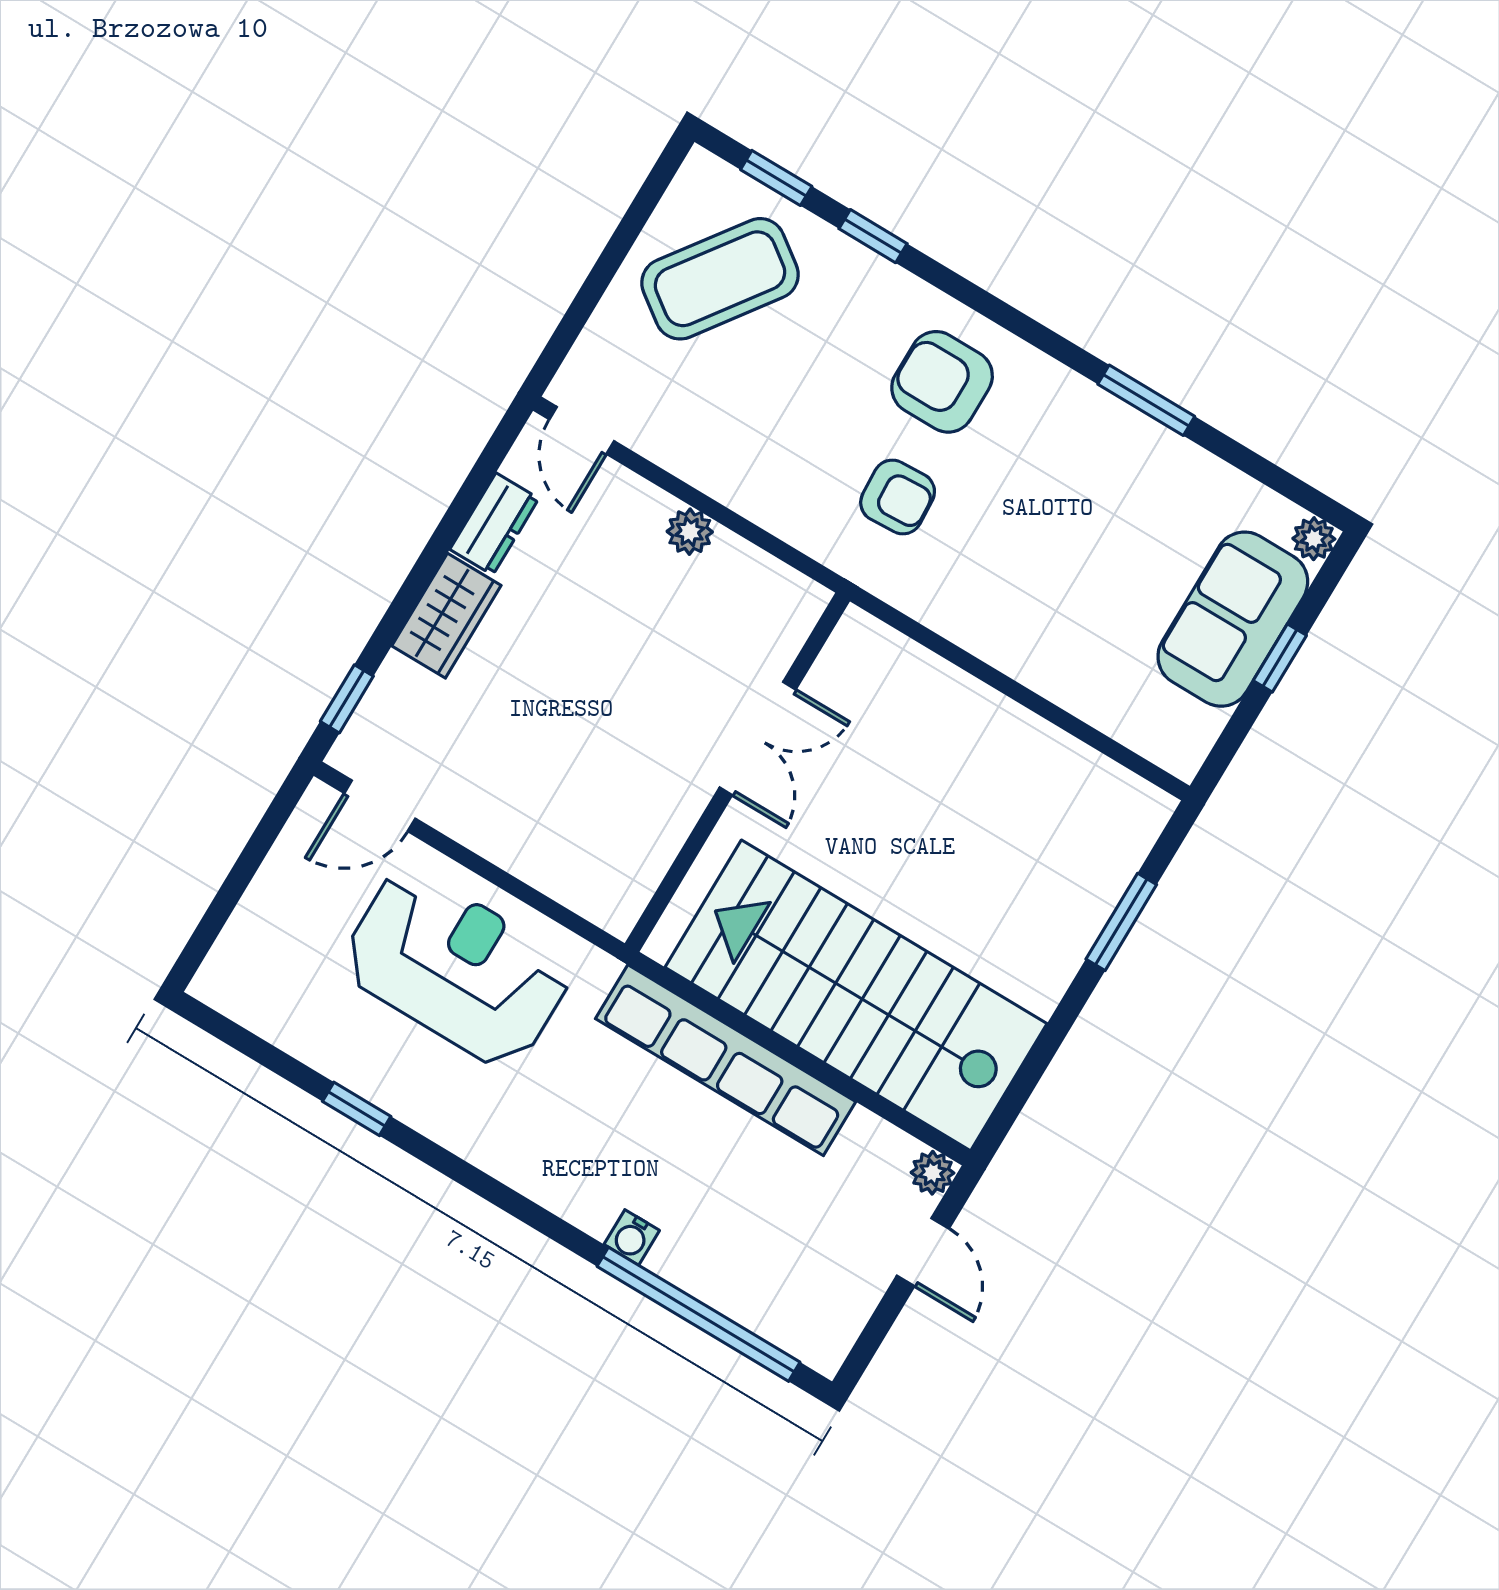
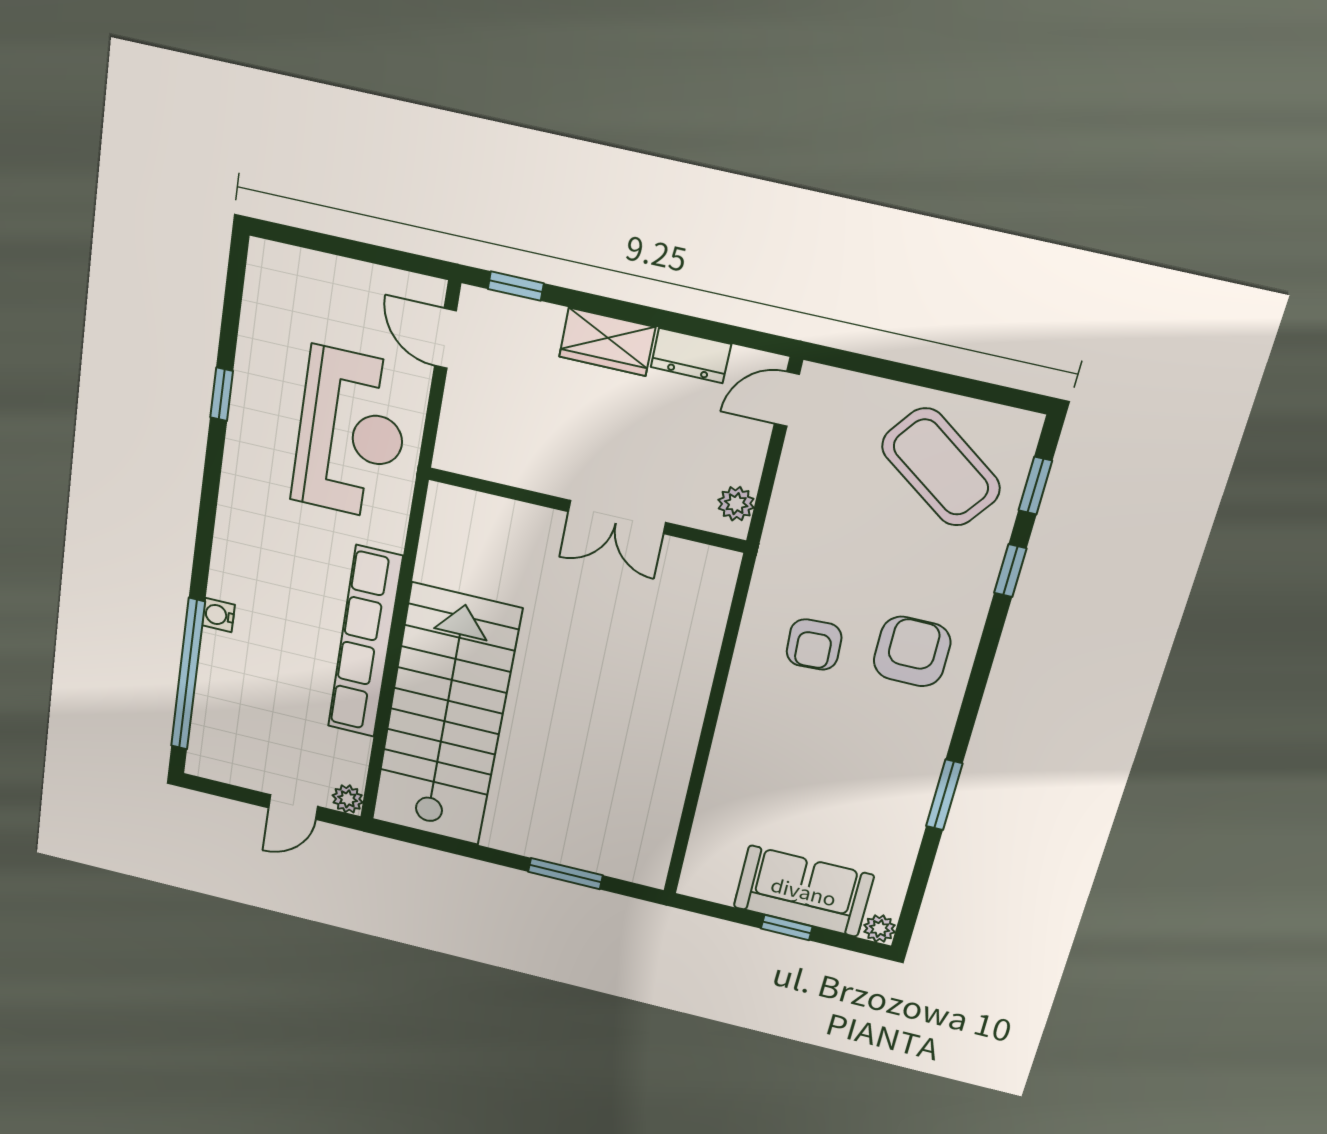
double door: (758, 739) -> (617, 517), moved
wall: (737, 772) -> (586, 510), moved

